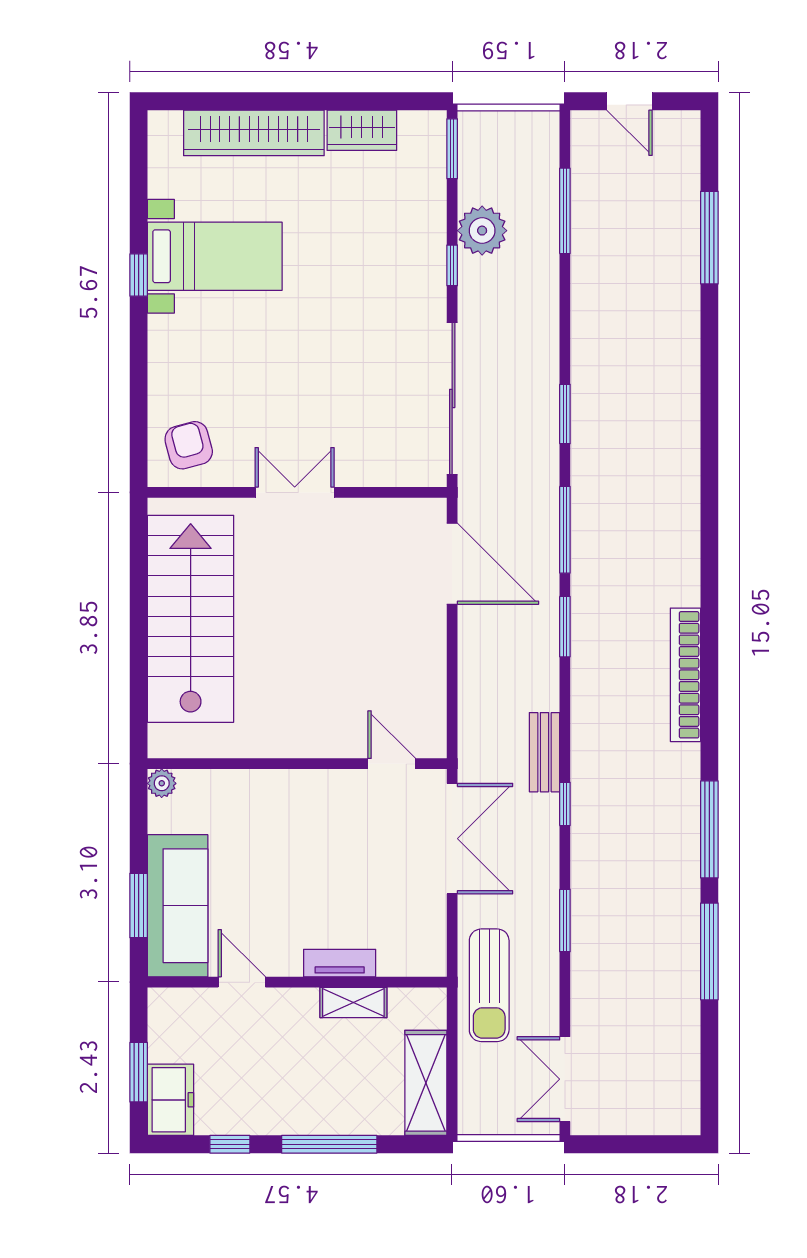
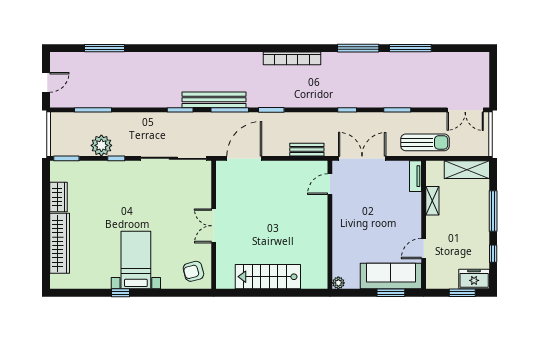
bed with nightstands: (215, 256) -> (136, 260), moved
bench: (589, 493) -> (214, 100), added
stairs: (191, 619) -> (268, 277), width x0.73, depth x0.66
bench: (544, 752) -> (307, 150), moved
tv unit: (340, 963) -> (415, 176), moved

